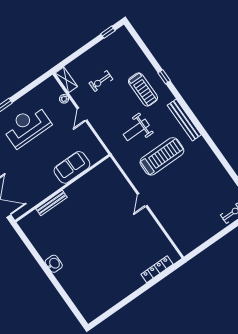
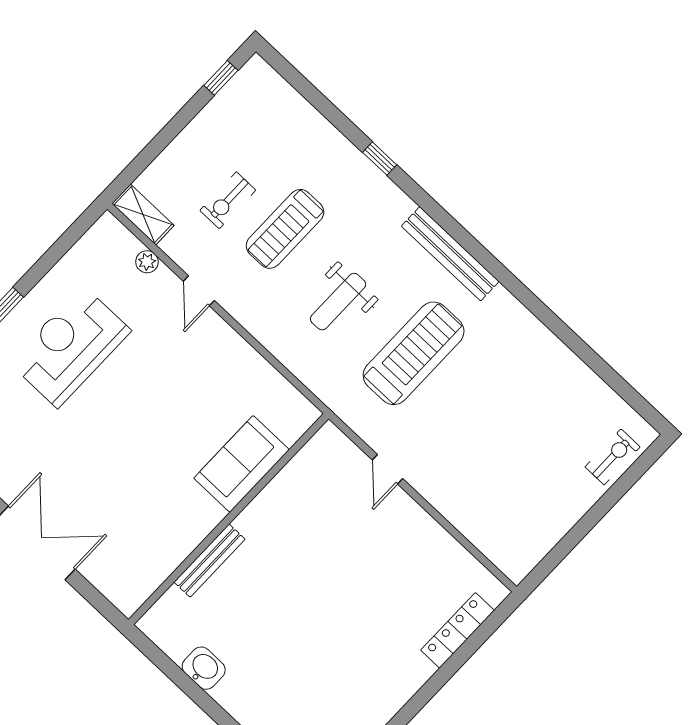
treadmill: (143, 89) -> (285, 229), moved, turned 90
sofa: (72, 167) -> (242, 464), moved
wall: (62, 188) -> (229, 519), moved
bench: (52, 203) -> (210, 561), moved

